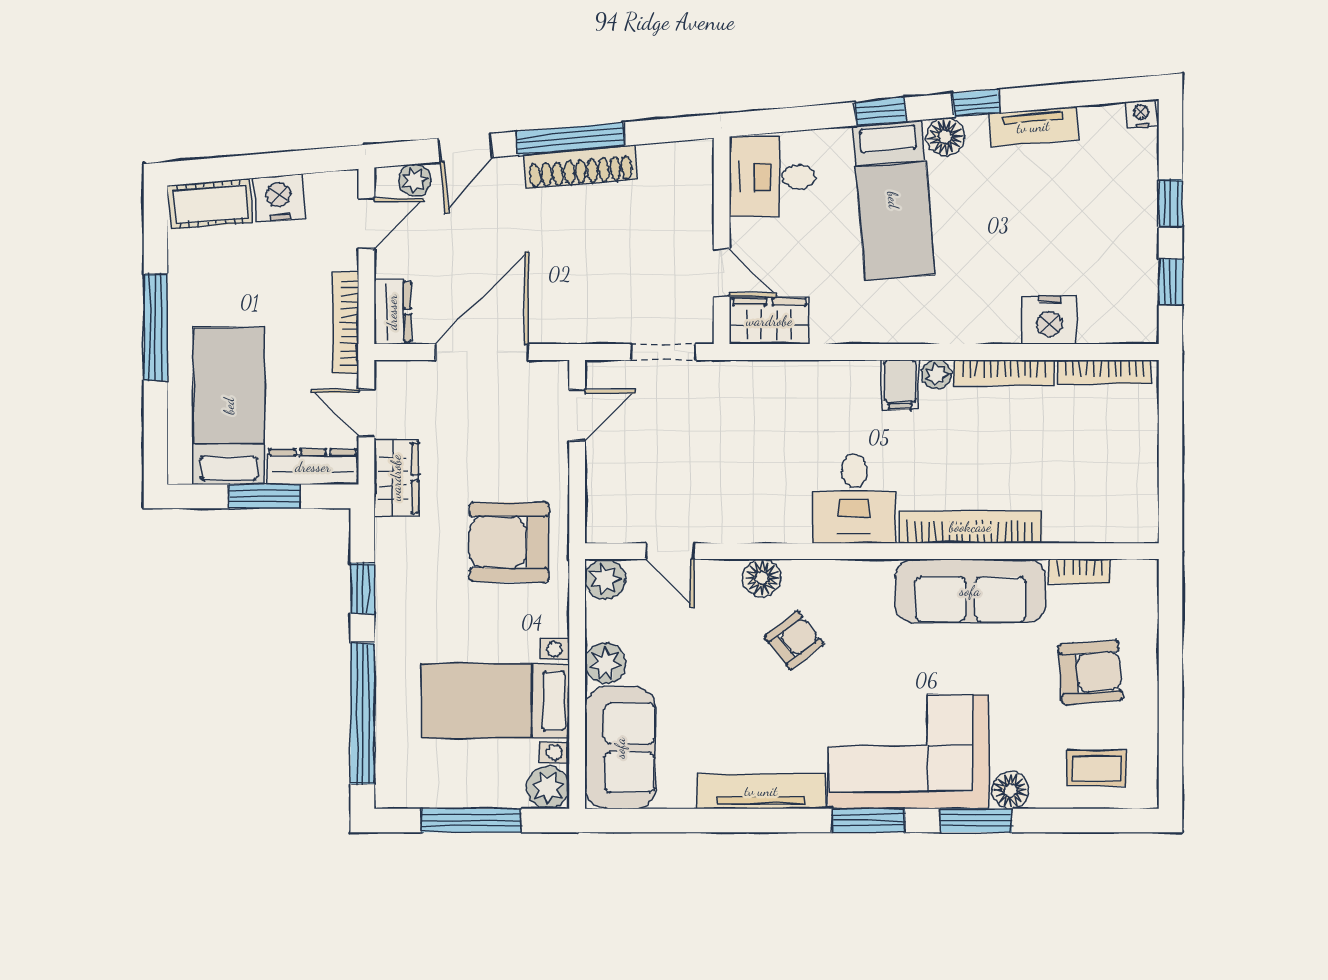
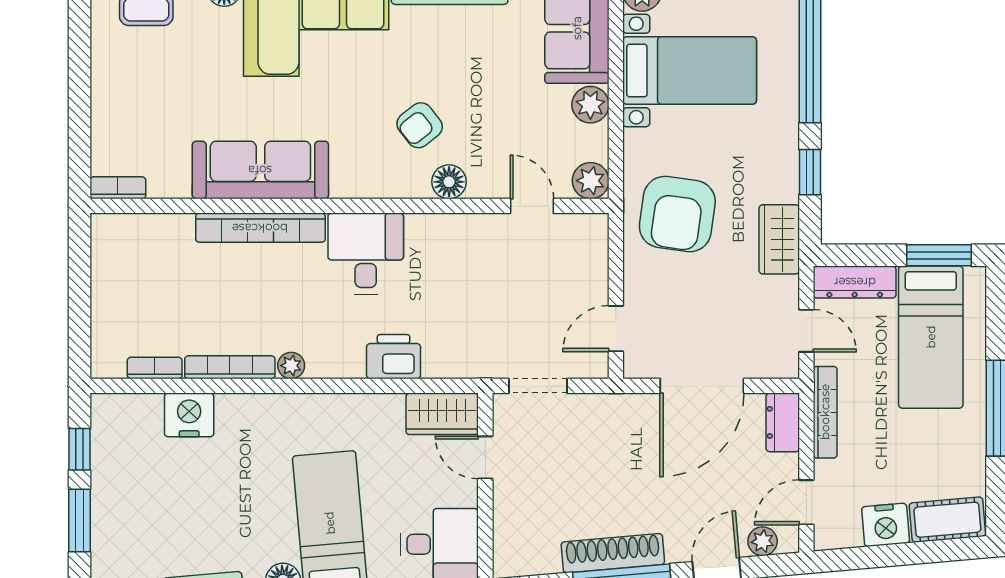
window: (1171, 203) -> (79, 520), width x1.50
bookcase: (1104, 372) -> (155, 368), width x0.64
printer: (823, 384) -> (394, 357), added
filing cabinet: (900, 385) -> (324, 356), removed
wardrobe: (396, 478) -> (779, 239), moved
window: (264, 496) -> (939, 255), moved
armchair: (509, 542) -> (677, 214), turned 98
bookcase: (1079, 571) -> (118, 188), moved
armchair: (1090, 672) -> (152, 96), removed

